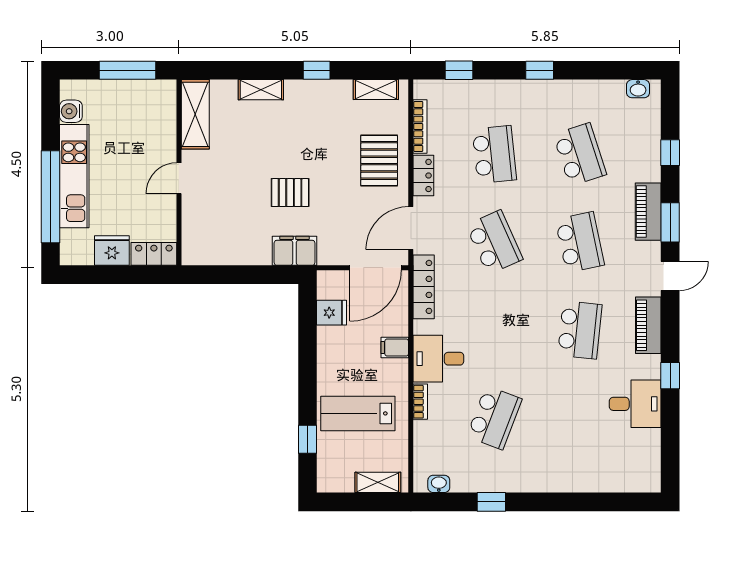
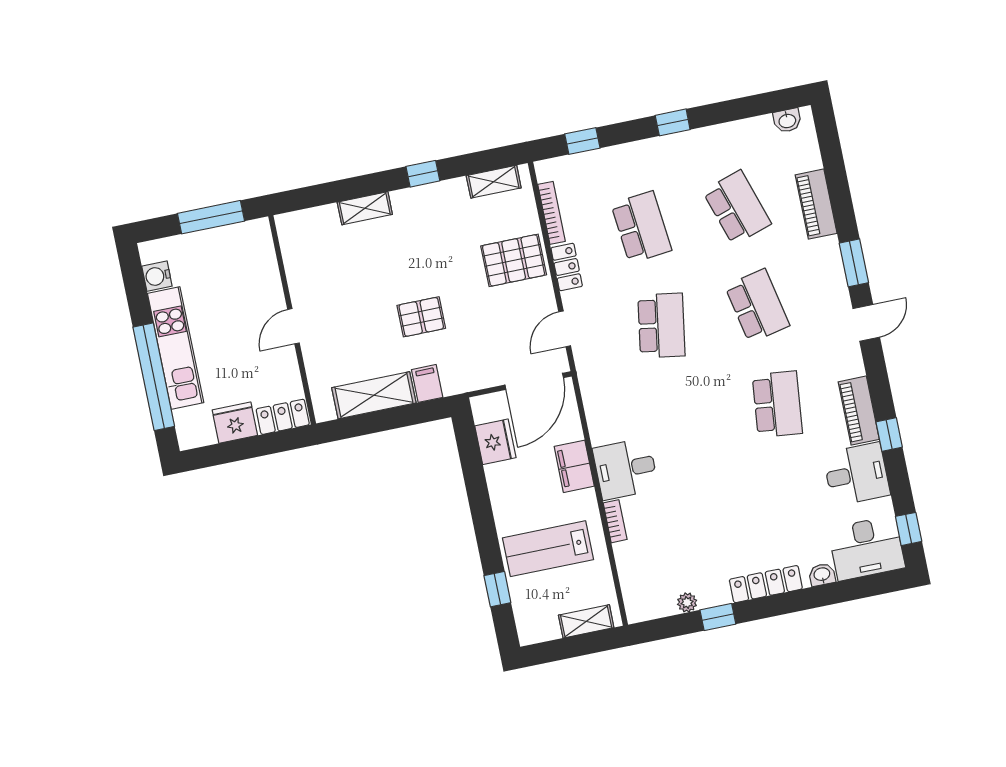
shelving: (195, 114) -> (374, 395), moved, turned 90
window: (670, 153) -> (909, 529), moved
pallet: (379, 160) -> (514, 260), turned 90
piano: (648, 212) -> (816, 204), moved
door: (411, 228) -> (565, 329), width x0.73
school desk: (494, 242) -> (661, 325), turned 33
filing cabinet: (295, 251) -> (427, 383), width x0.50
locker: (424, 287) -> (766, 584), moved, turned -90
fridge: (332, 313) -> (495, 442), width x1.38
piano: (648, 325) -> (859, 411), moved
filing cabinet: (395, 348) -> (574, 466), width x2.00
school desk: (494, 418) -> (702, 522), removed
desk: (631, 469) -> (867, 548), added
washbasin: (439, 484) -> (822, 575), moved
plant: (468, 484) -> (687, 602), added

